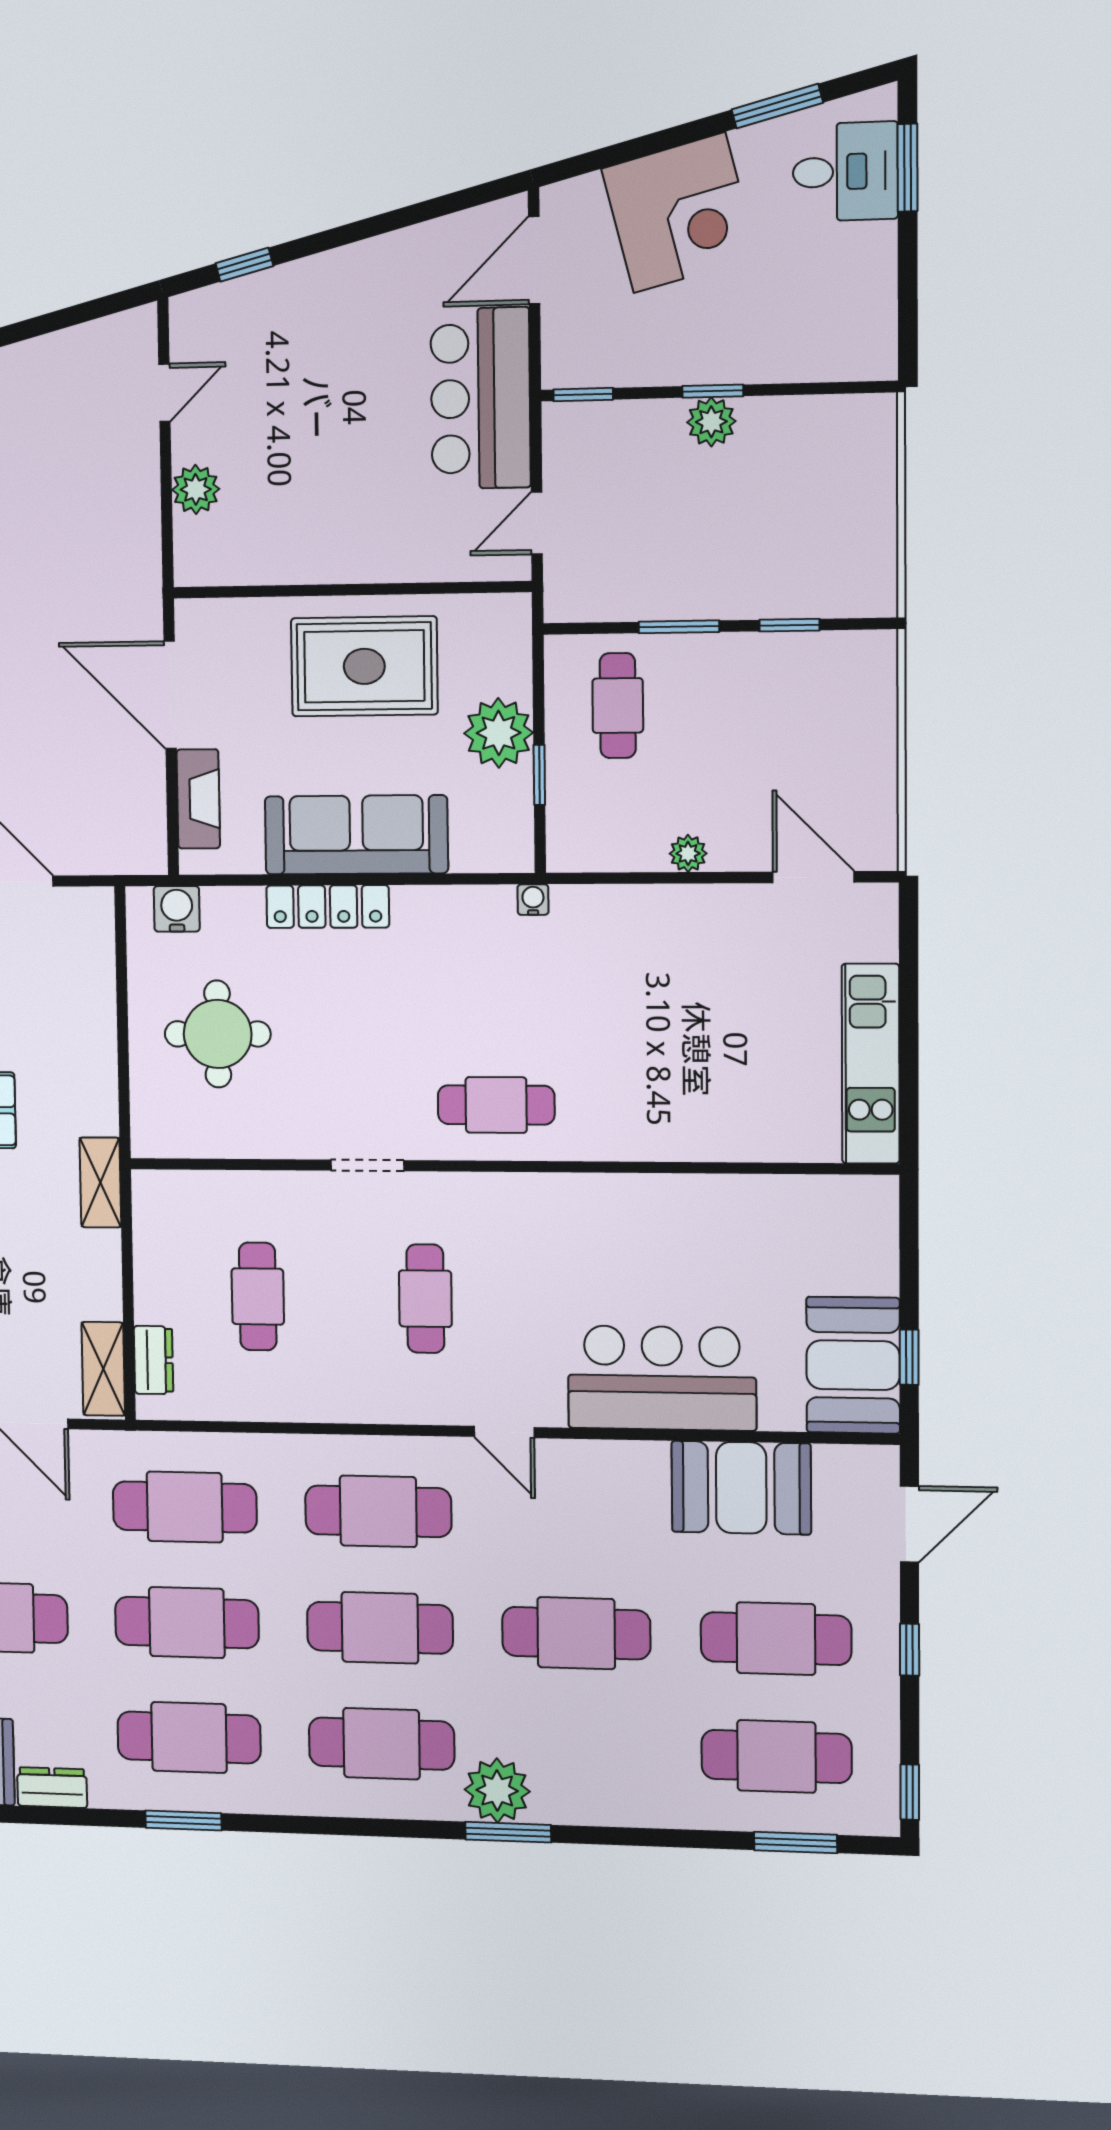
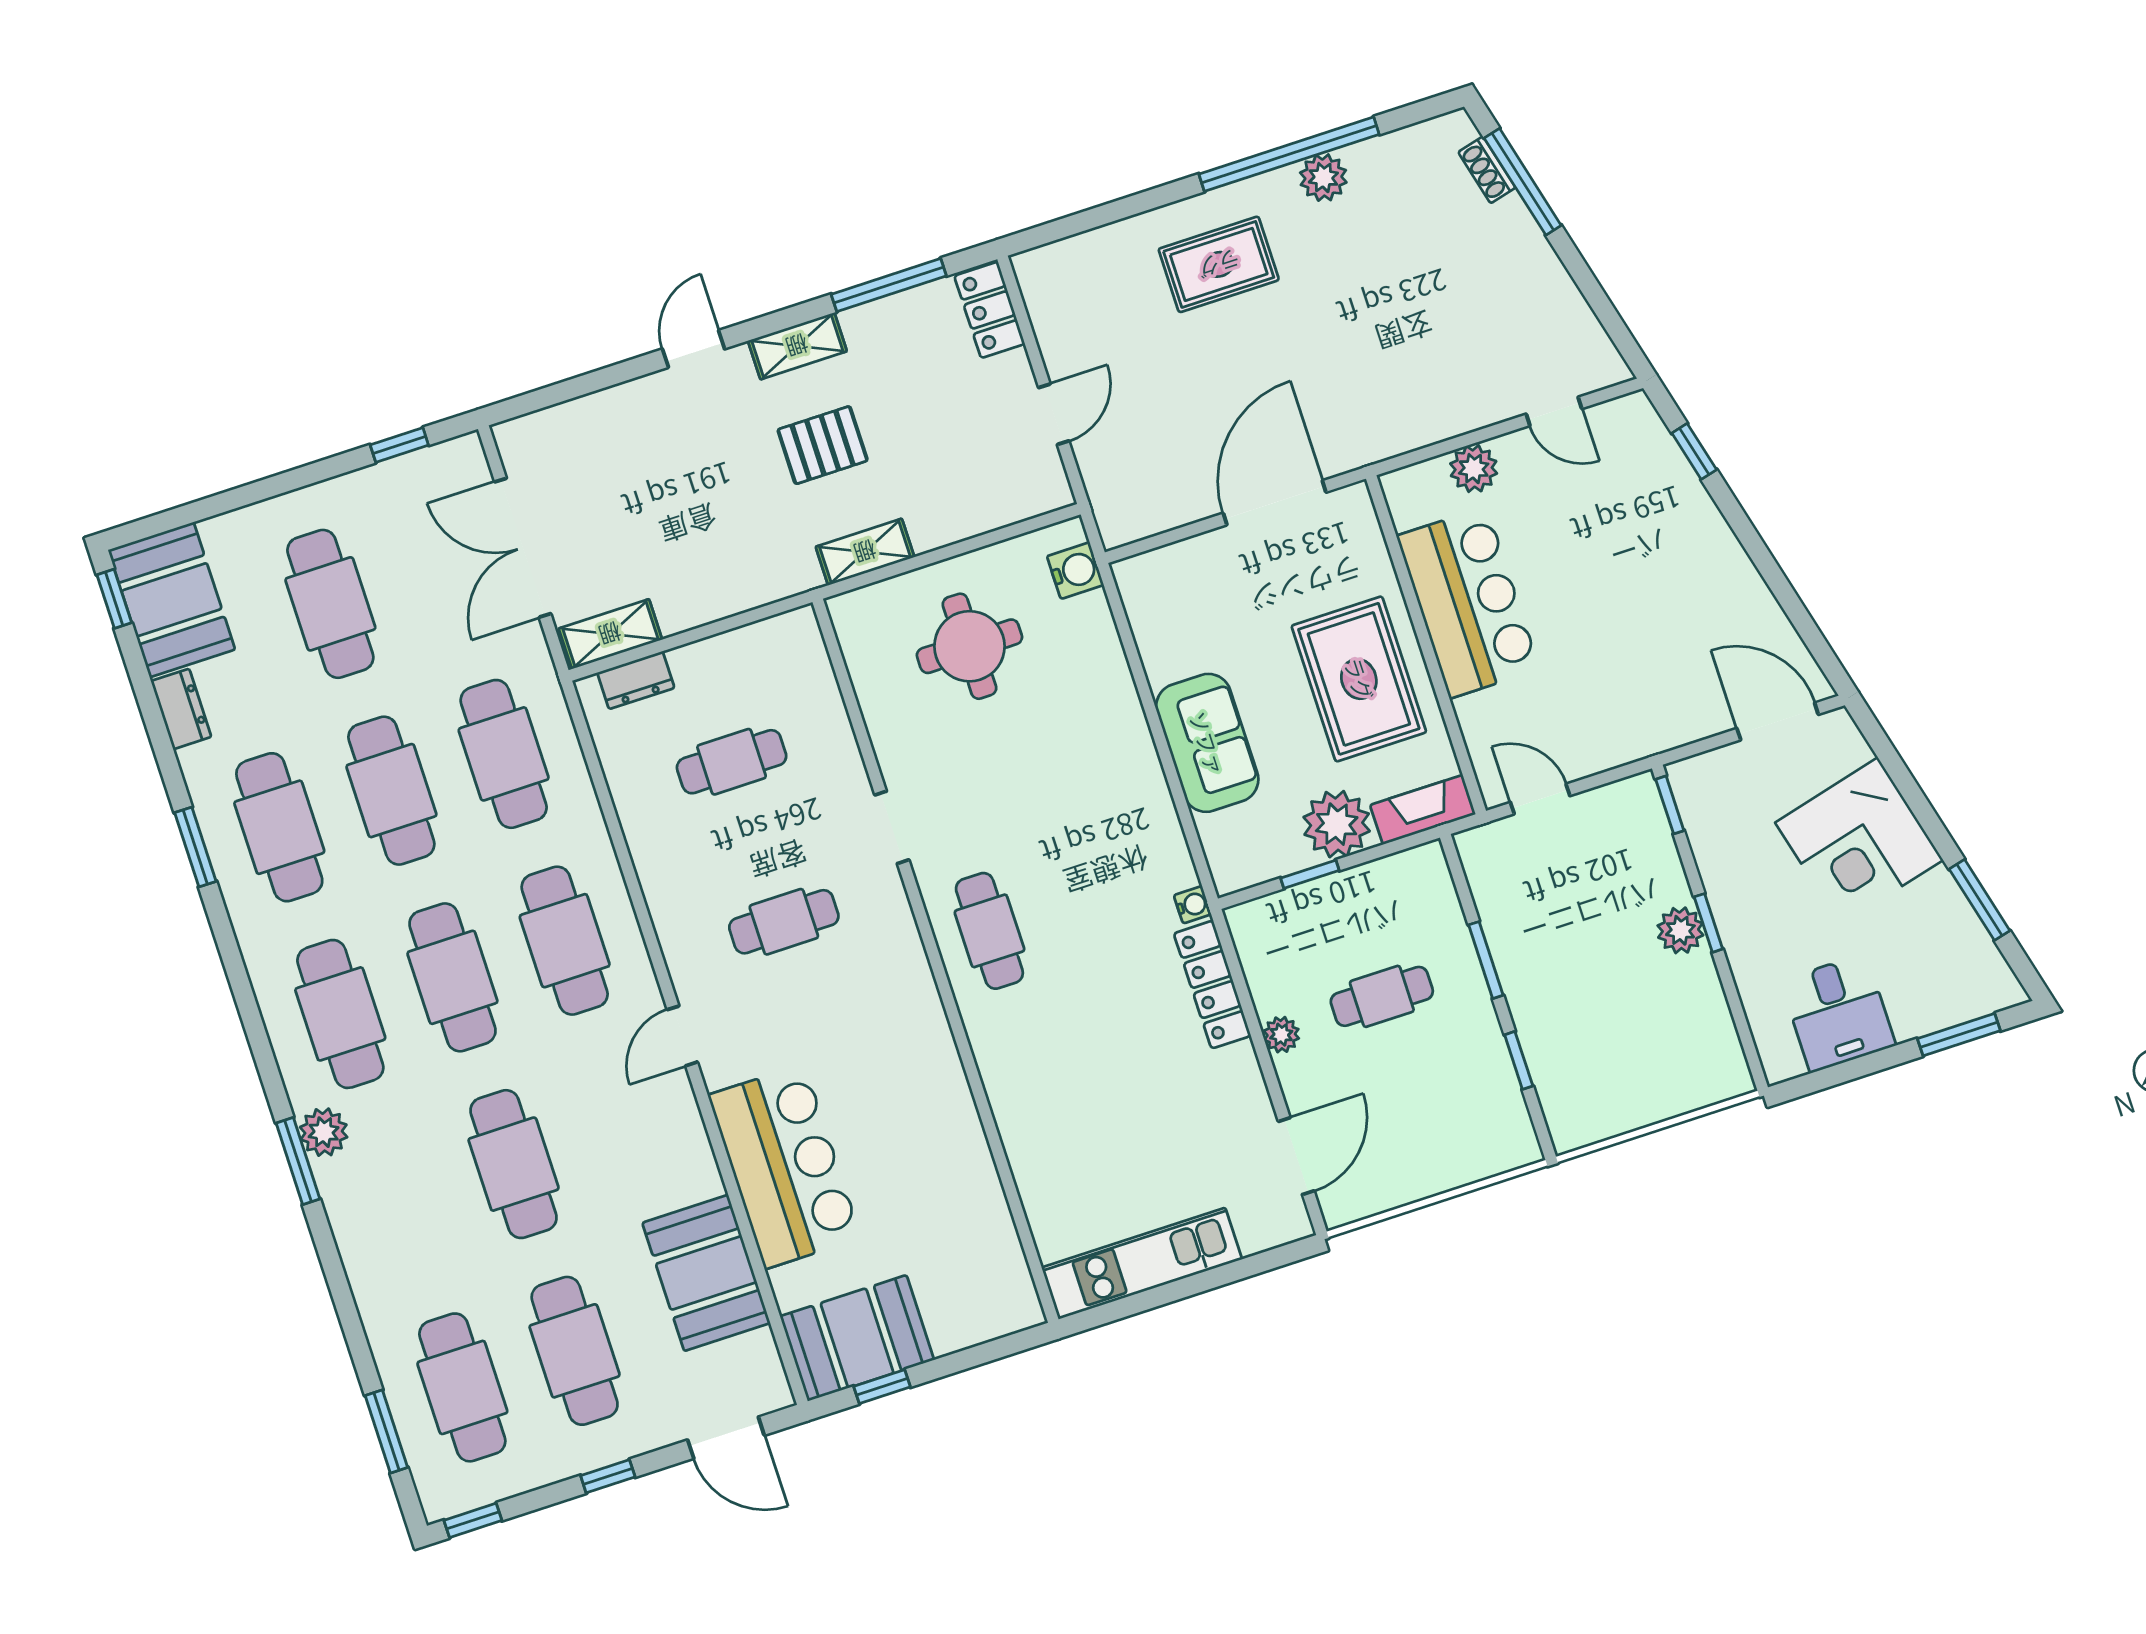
desk: (845, 172) -> (1838, 1013), moved
bar counter: (481, 398) -> (1468, 602), moved, turned 90
cafe table: (618, 706) -> (1382, 996), moved
fireplace: (198, 799) -> (1423, 810), moved, turned 180
sofa: (356, 835) -> (1207, 743), width x0.73
locker: (328, 907) -> (1212, 985), moved
shelving: (100, 1182) -> (865, 552), moved
plant: (497, 1790) -> (324, 1132), width x0.73, depth x0.73

